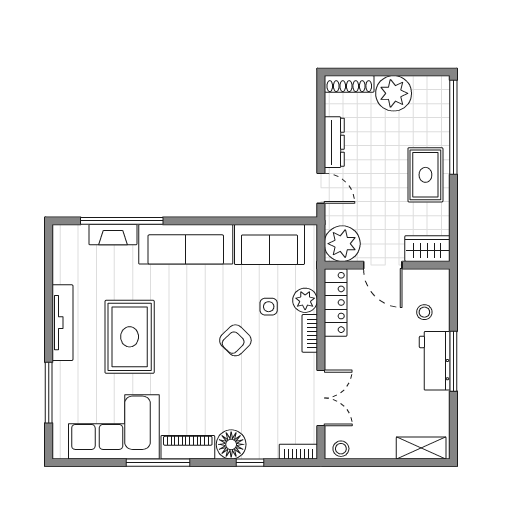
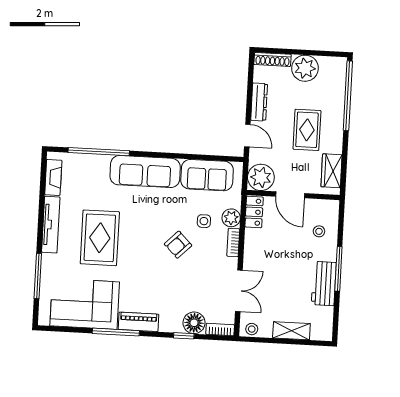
rug: (425, 175) -> (307, 130), moved
fireplace: (113, 235) -> (53, 177), moved, turned -90
wardrobe: (427, 249) -> (332, 171), moved, turned -90
locker: (336, 302) -> (254, 212), width x0.66
workbench: (435, 361) -> (324, 284), moved
floor lamp: (231, 444) -> (194, 323), moved
shelving: (421, 448) -> (291, 331), moved

